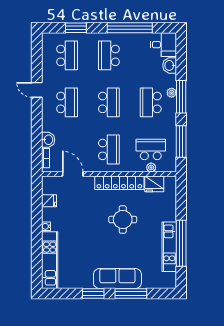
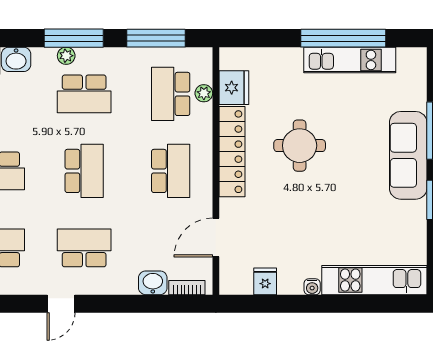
school desk: (109, 102) -> (84, 171), turned 90
school desk: (109, 149) -> (171, 171), turned 90

